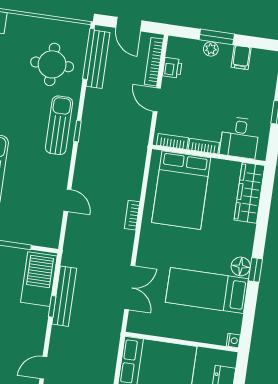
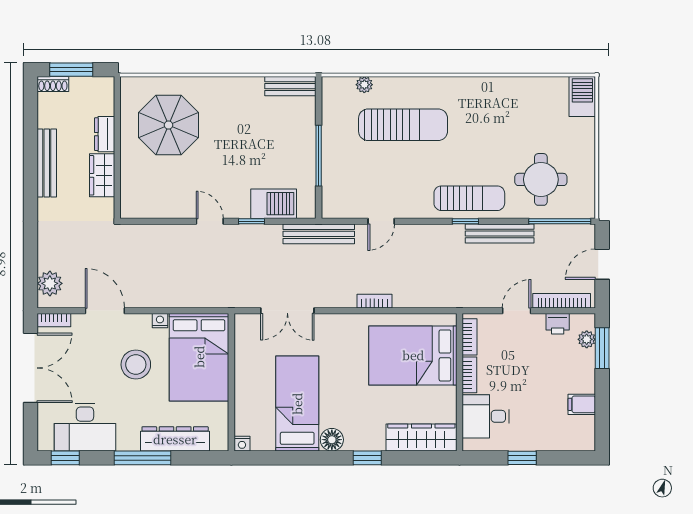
window: (217, 37) -> (602, 348), moved
plant: (211, 49) -> (587, 339), moved
bench: (98, 59) -> (500, 234), moved
window: (255, 270) -> (367, 458), moved
barbecue: (39, 279) -> (274, 204), width x0.73, depth x0.83
bench: (64, 296) -> (319, 234), moved
door: (43, 368) -> (210, 221), moved

